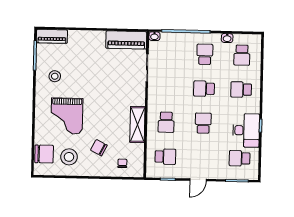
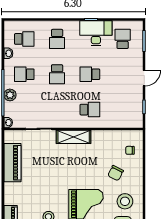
plant: (183, 39) -> (10, 95), added
piano: (126, 40) -> (12, 163), moved
shelving: (137, 124) -> (74, 137), moved
school desk: (165, 157) -> (123, 110), removed
school desk: (240, 158) -> (123, 39), turned 180
door: (198, 180) -> (144, 78), hinge flipped

